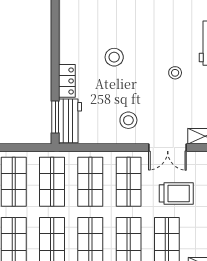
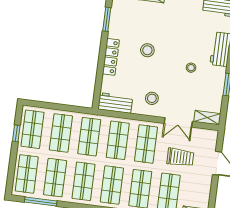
locker: (67, 81) -> (111, 57), width x1.53
window: (55, 117) -> (107, 19), moved
workbench: (70, 121) -> (115, 103), moved, turned -90

